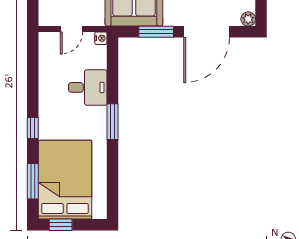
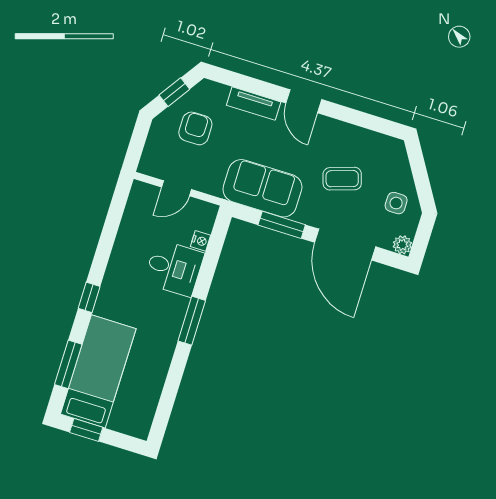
door: (207, 32) -> (345, 245), hinge flipped
nightstand: (101, 38) -> (201, 241), moved
bed: (65, 180) -> (98, 371), width x0.67

